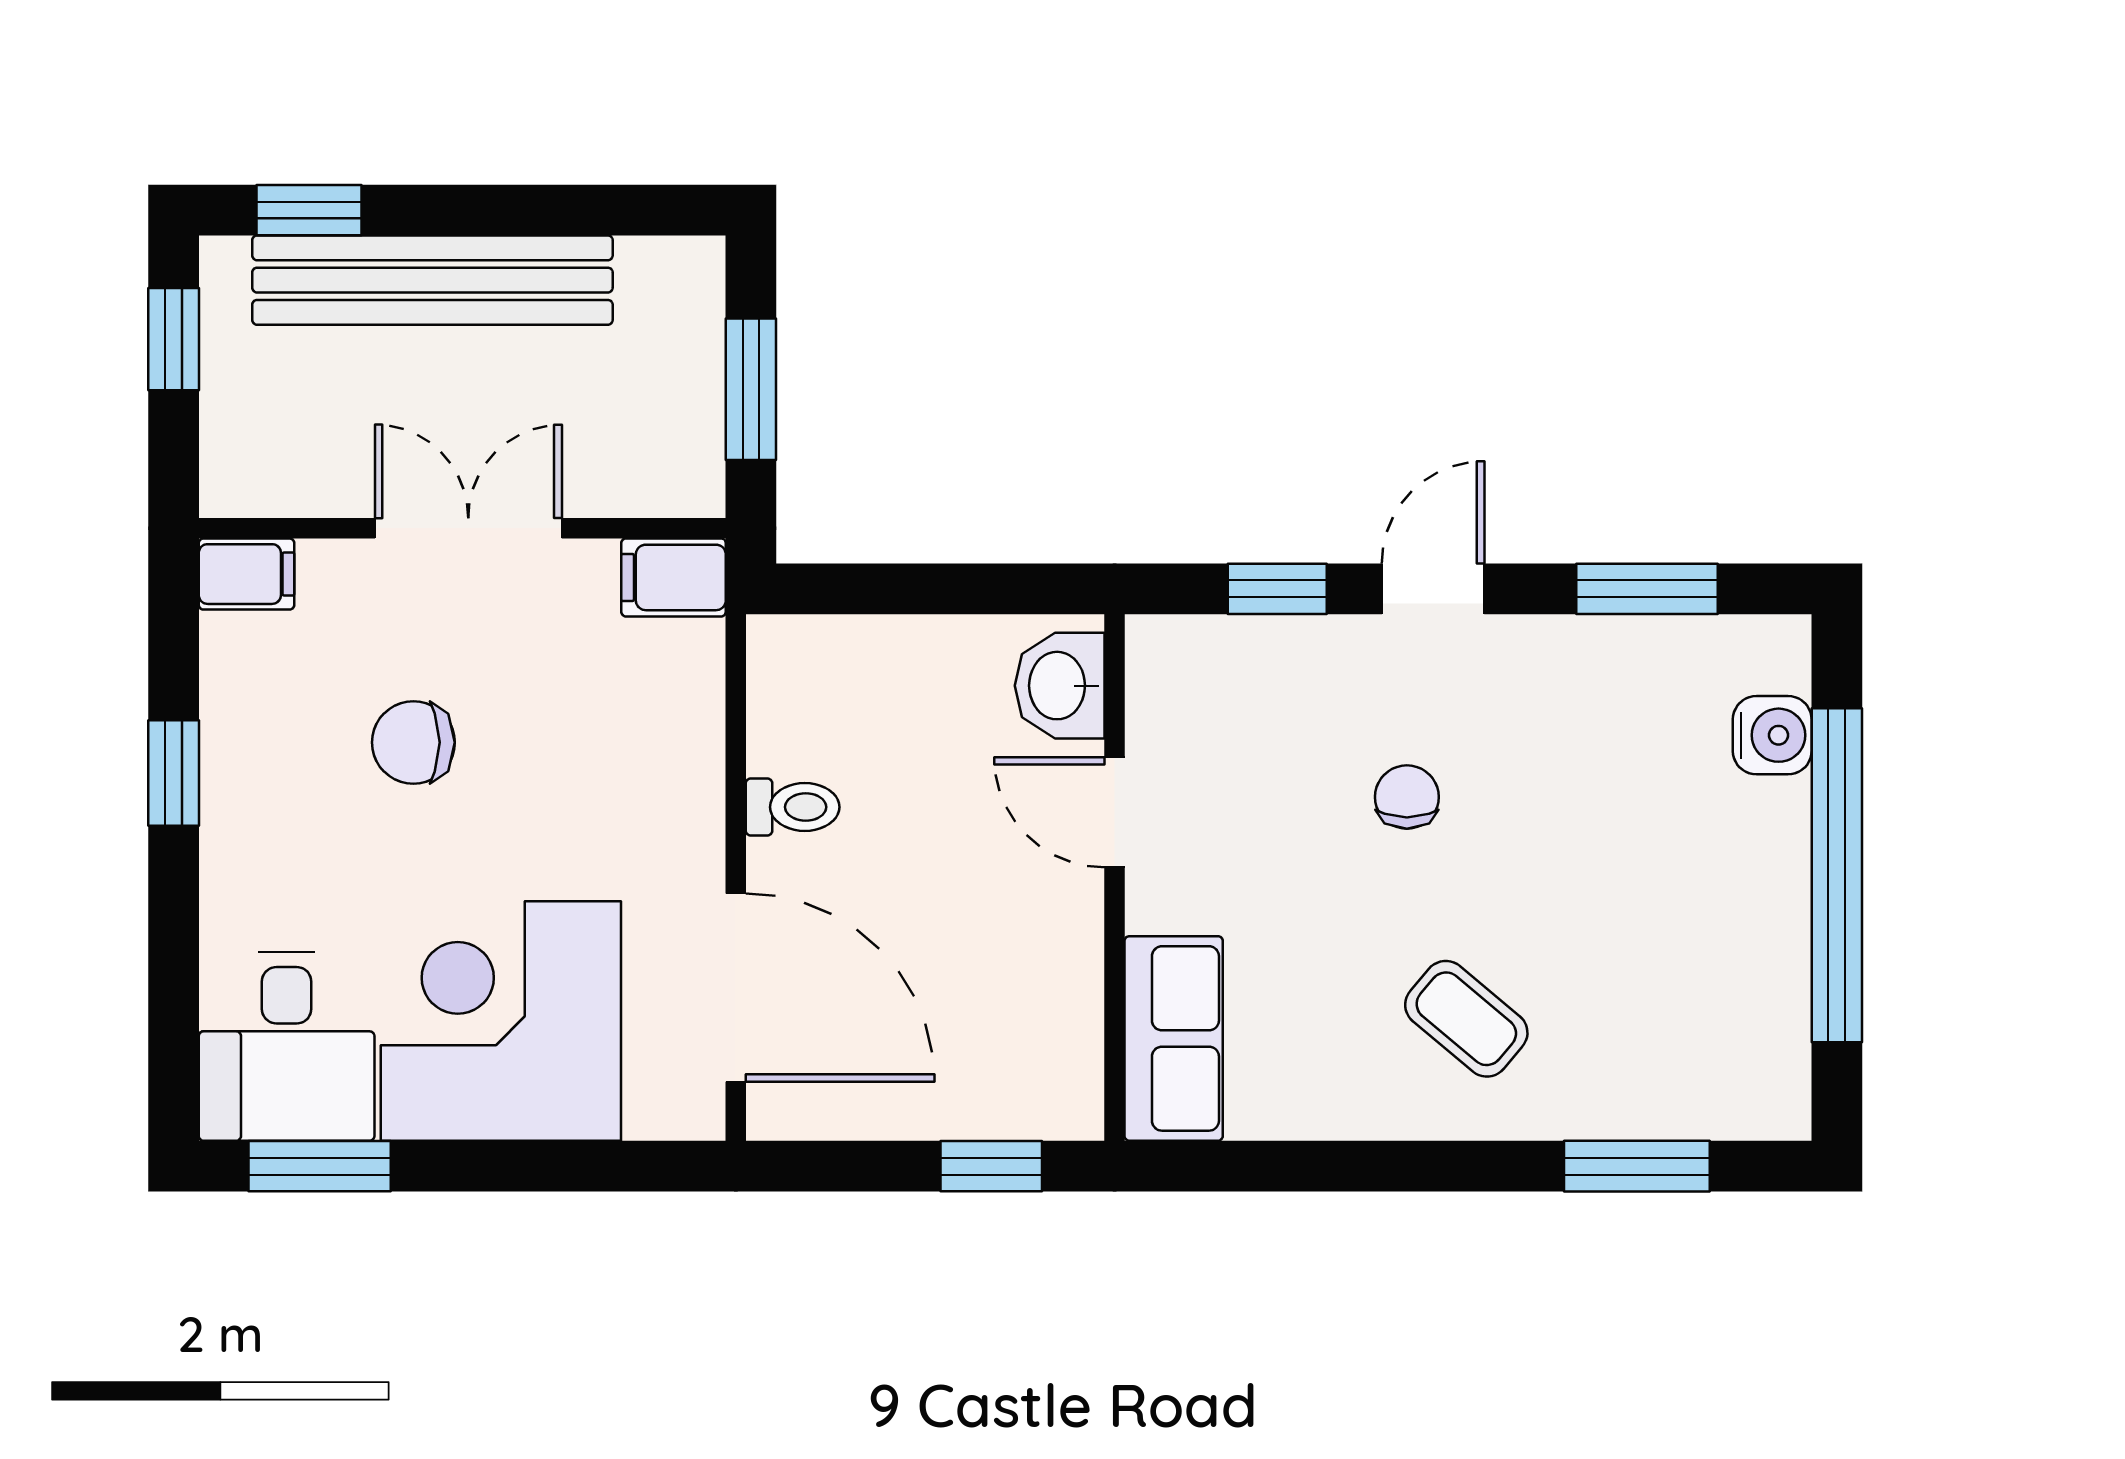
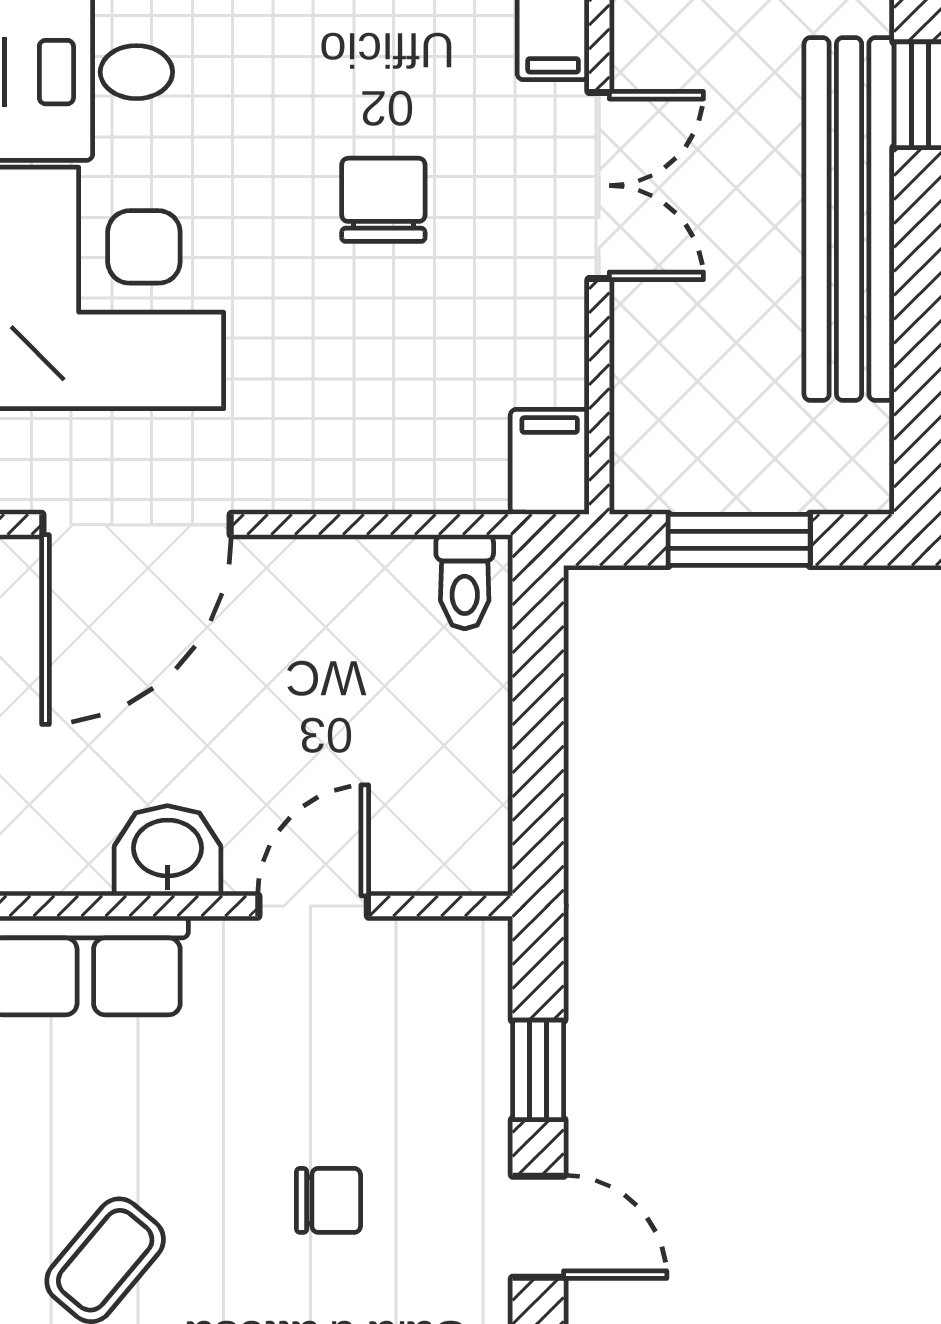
double door: (468, 528) -> (599, 186), moved
washbasin: (1060, 686) -> (167, 851), moved
toilet: (793, 807) -> (465, 582), moved

